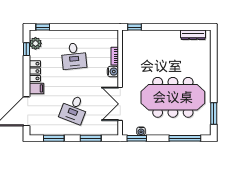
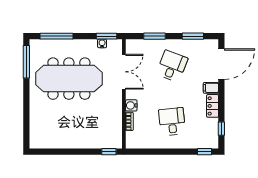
dresser: (193, 35) -> (48, 144), removed
plant: (35, 43) -> (212, 135), removed
window: (214, 113) -> (26, 62), width x1.44

